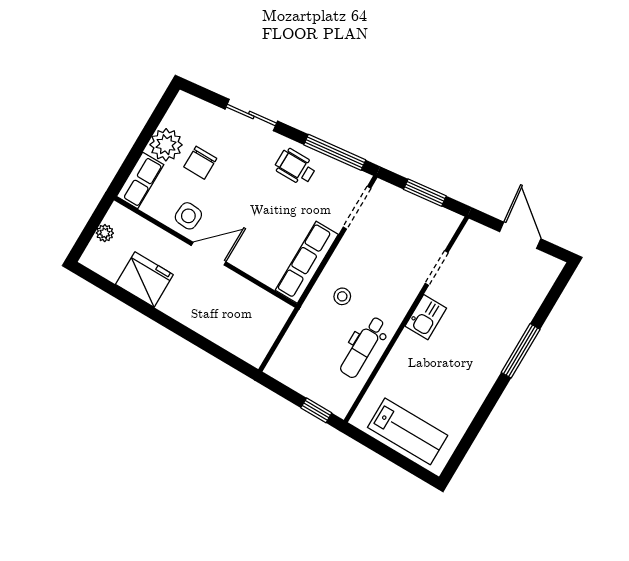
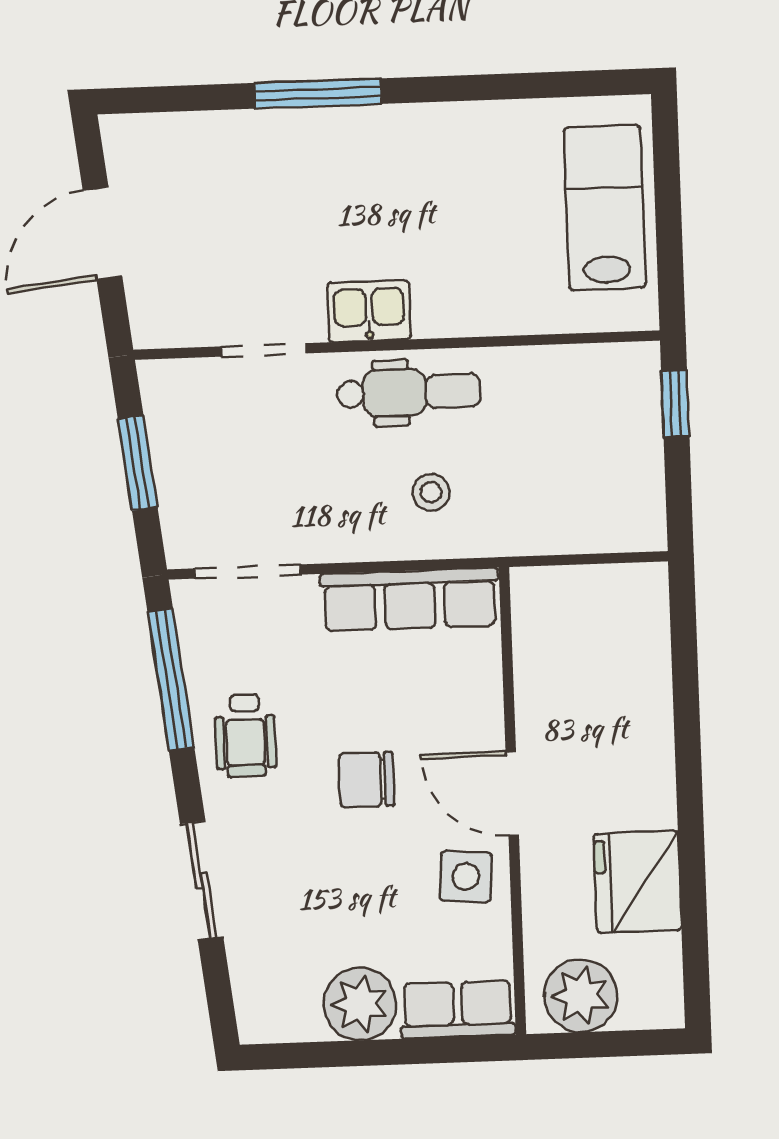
chair: (200, 163) -> (367, 780), moved, turned 180
plant: (105, 233) -> (581, 996), width x1.88, depth x1.88
dental chair: (363, 347) -> (409, 392), moved

